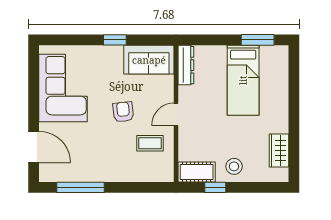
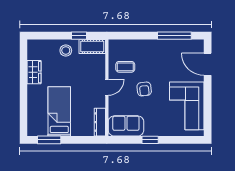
wardrobe: (279, 151) -> (34, 72), moved

